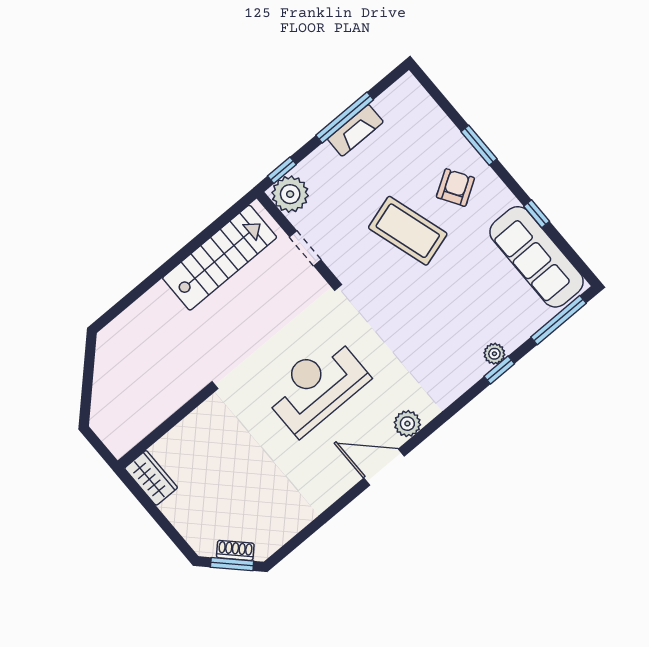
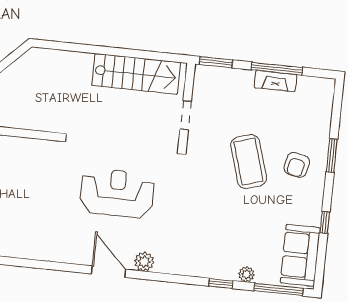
window: (282, 170) -> (216, 62), width x1.50
armchair: (455, 188) -> (297, 165), turned 135
plant: (290, 194) -> (207, 79), removed
sofa: (537, 257) -> (300, 255), width x0.73
plant: (494, 354) -> (246, 274), moved

